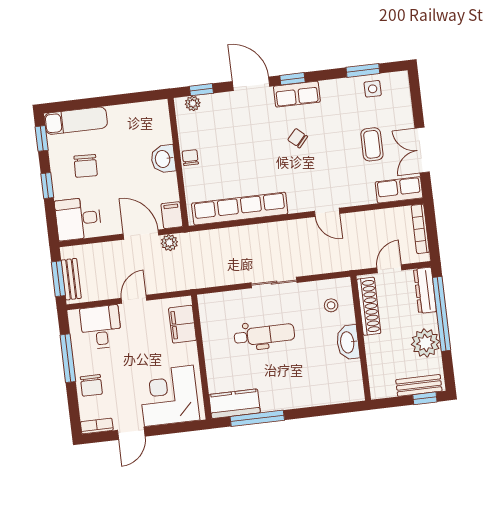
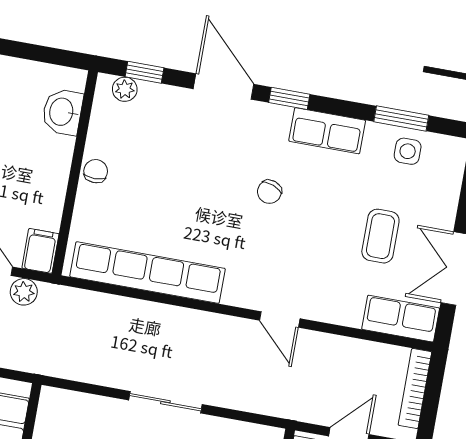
row of seats: (297, 94) -> (327, 131), moved
chair: (298, 138) -> (269, 192), turned -111
washbasin: (163, 159) -> (62, 112), moved

